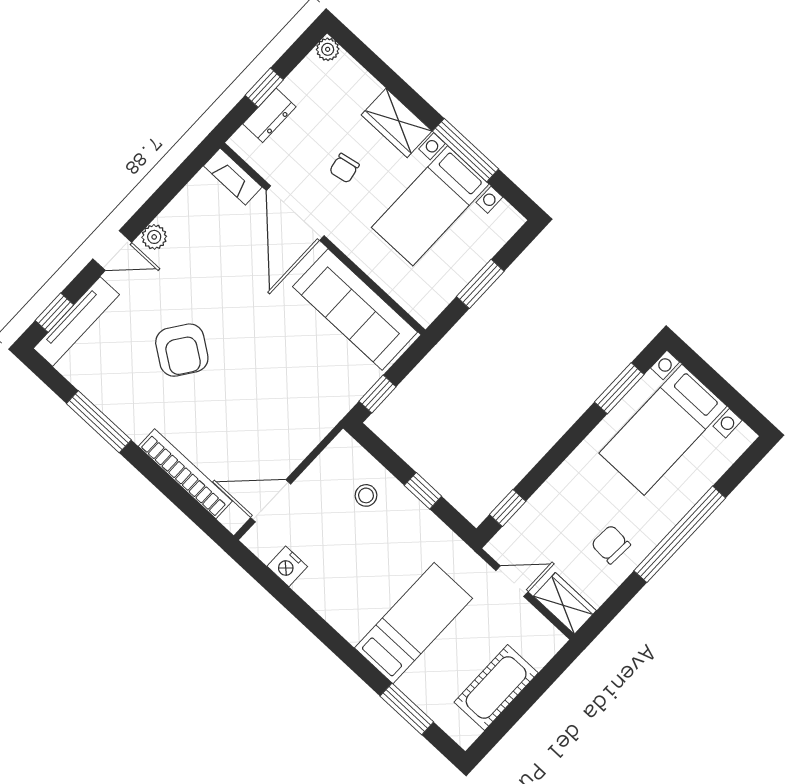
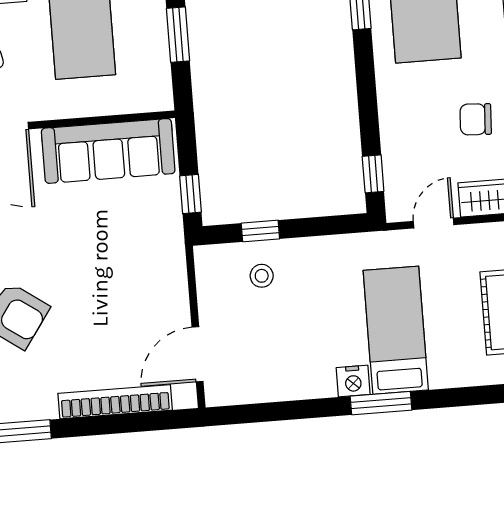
window: (423, 491) -> (260, 231), moved
nightstand: (287, 566) -> (353, 381), moved
window: (407, 709) -> (381, 403), moved

